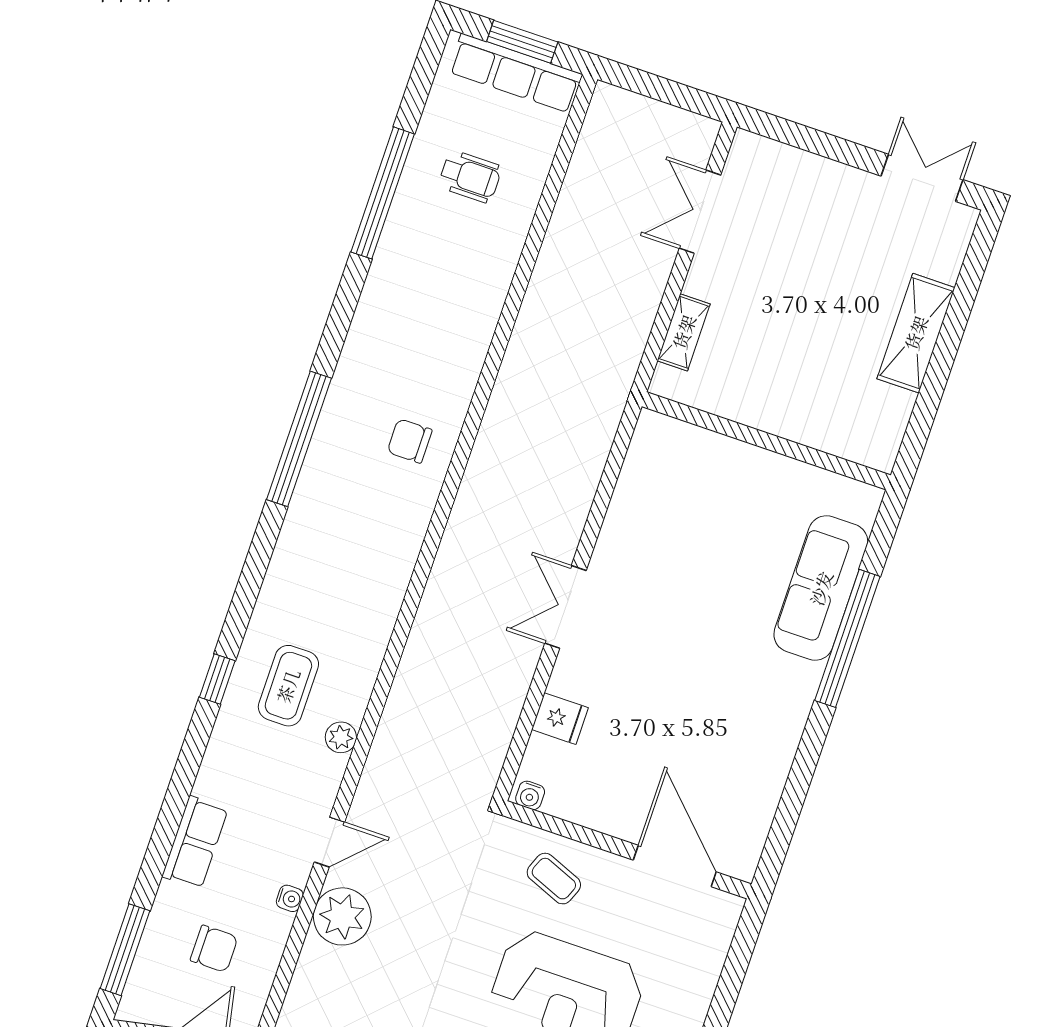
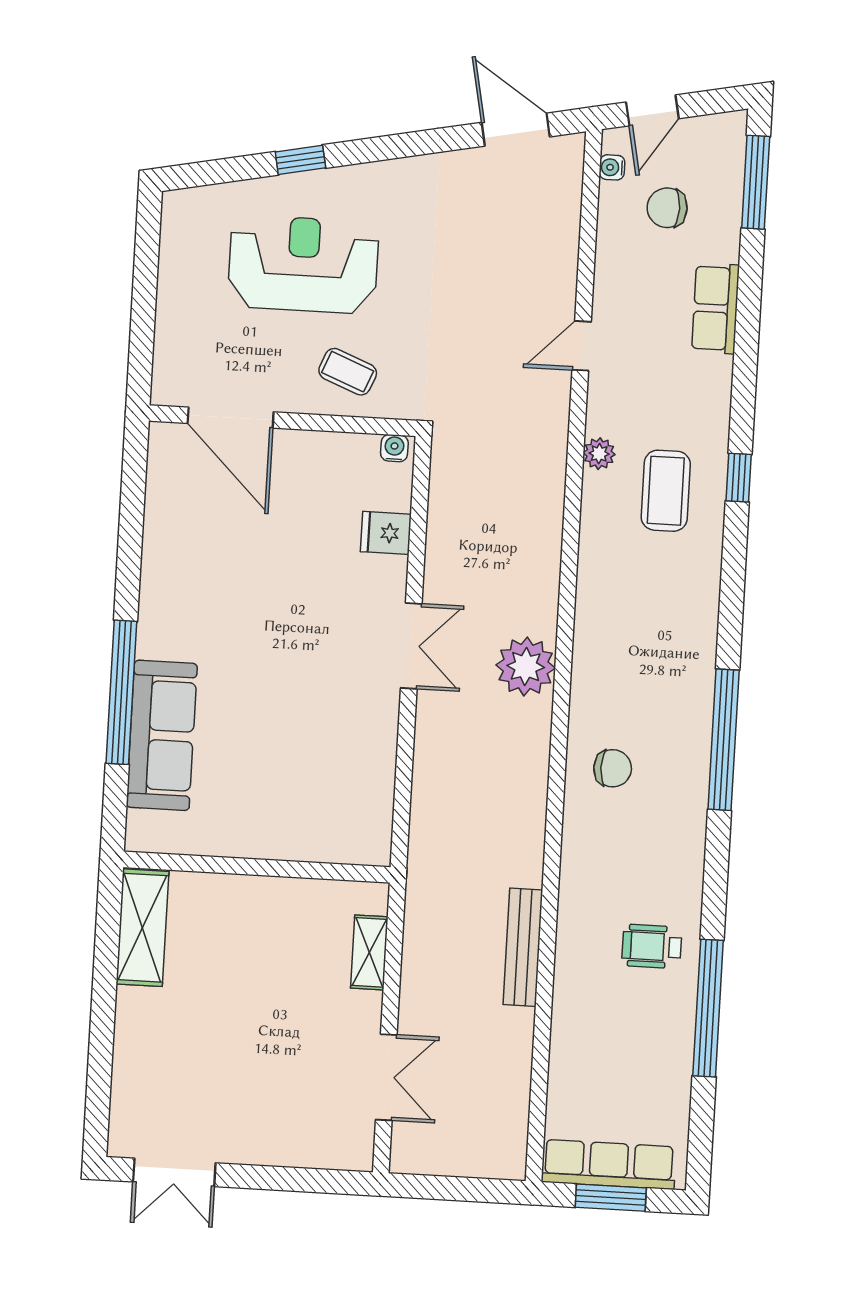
wheelchair: (470, 177) -> (652, 946), moved
bench: (539, 297) -> (523, 947), added
shelving: (916, 333) -> (142, 928), moved
water cooler: (290, 898) -> (612, 167), moved
plant: (342, 916) -> (526, 666), moved

